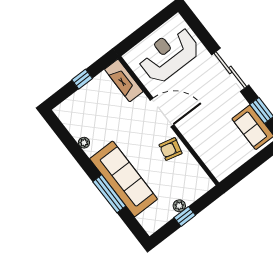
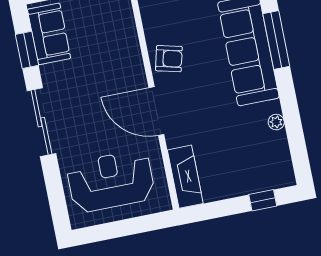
reception desk: (169, 55) -> (111, 181), turned 180
window: (82, 79) -> (263, 200), moved

